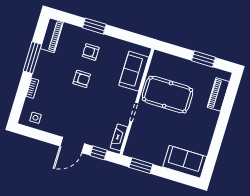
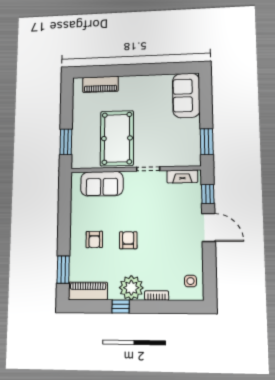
window: (94, 26) -> (63, 270), moved
window: (32, 58) -> (121, 307), width x0.46
window: (203, 59) -> (66, 142), moved
plant: (44, 70) -> (131, 288), added

